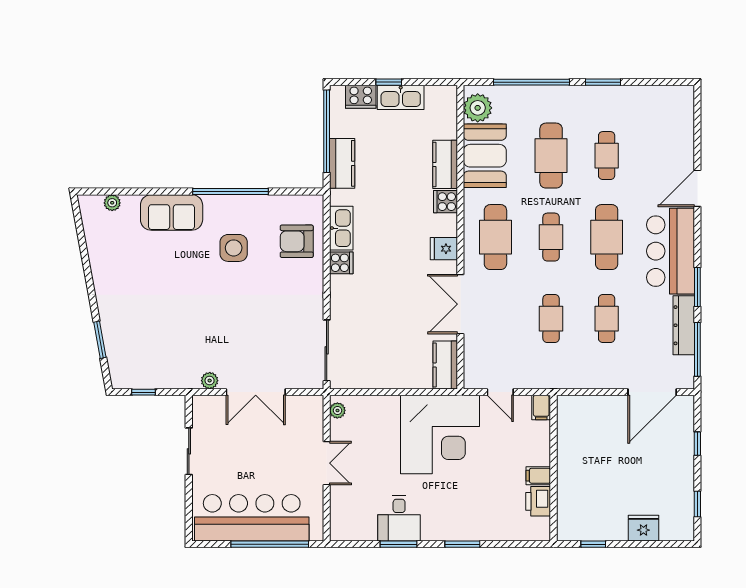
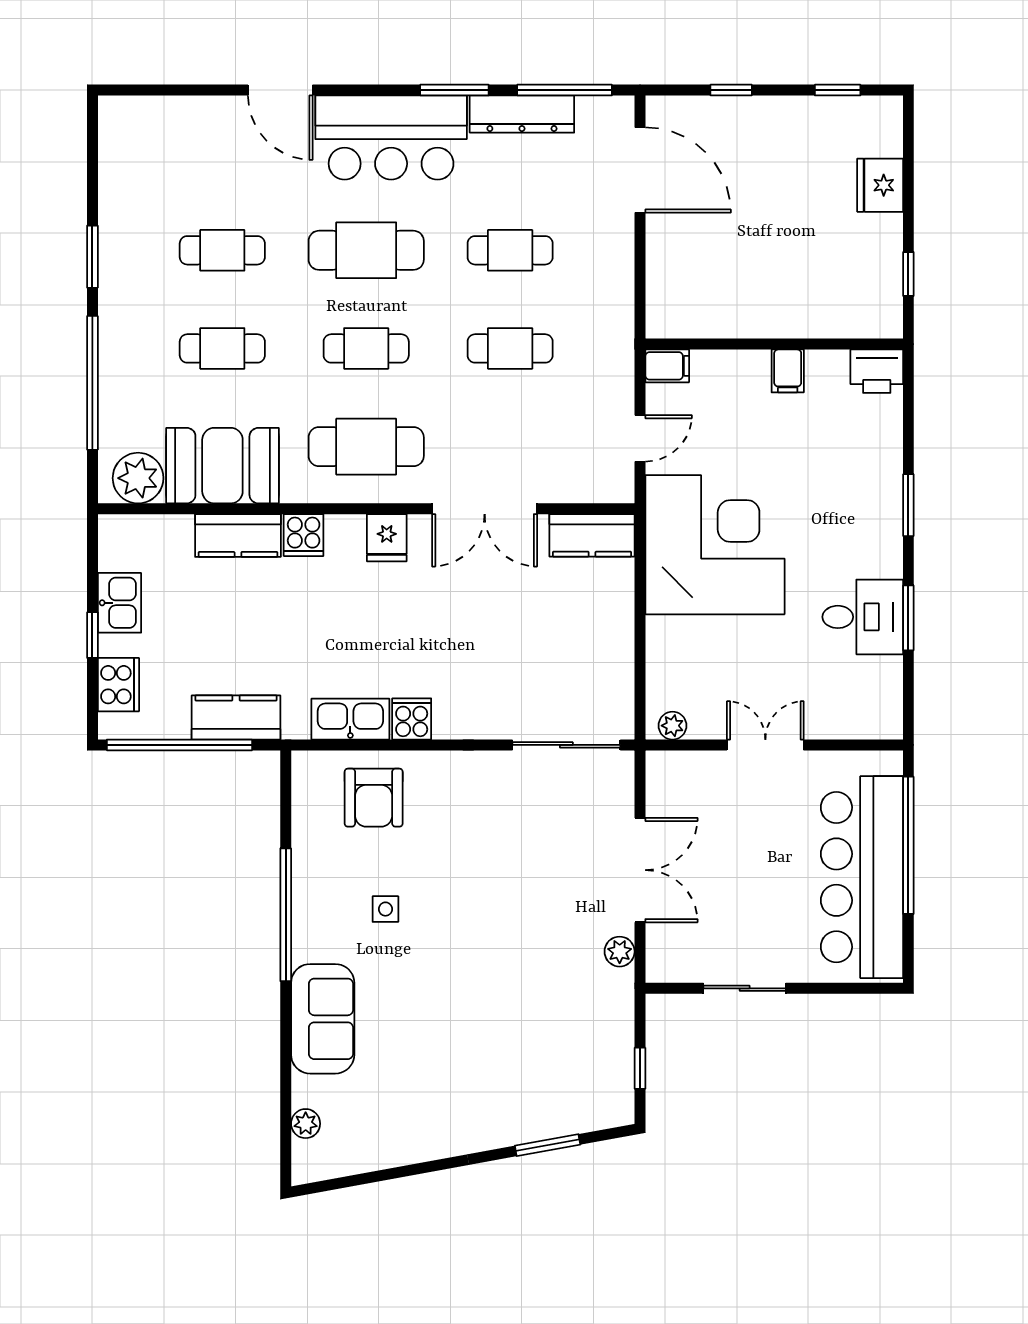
kitchen sink: (401, 97) -> (119, 603), width x0.73
cafe table: (551, 156) -> (222, 348), width x0.73, depth x0.74
side table: (234, 248) -> (385, 909), width x0.54, depth x0.54
printer: (538, 501) -> (877, 371), moved

